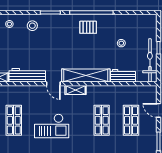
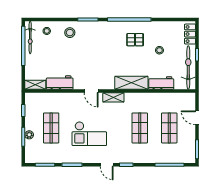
pallet: (88, 27) -> (135, 40), moved
locker: (152, 27) -> (190, 34), added
workbench: (27, 75) -> (60, 83), width x0.73
shelving: (86, 76) -> (131, 83), width x0.68

